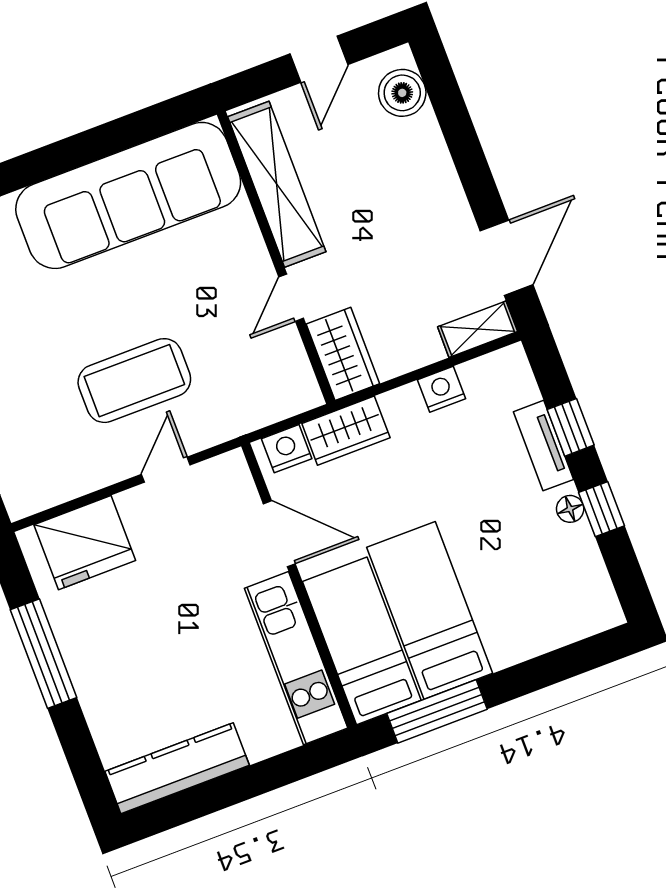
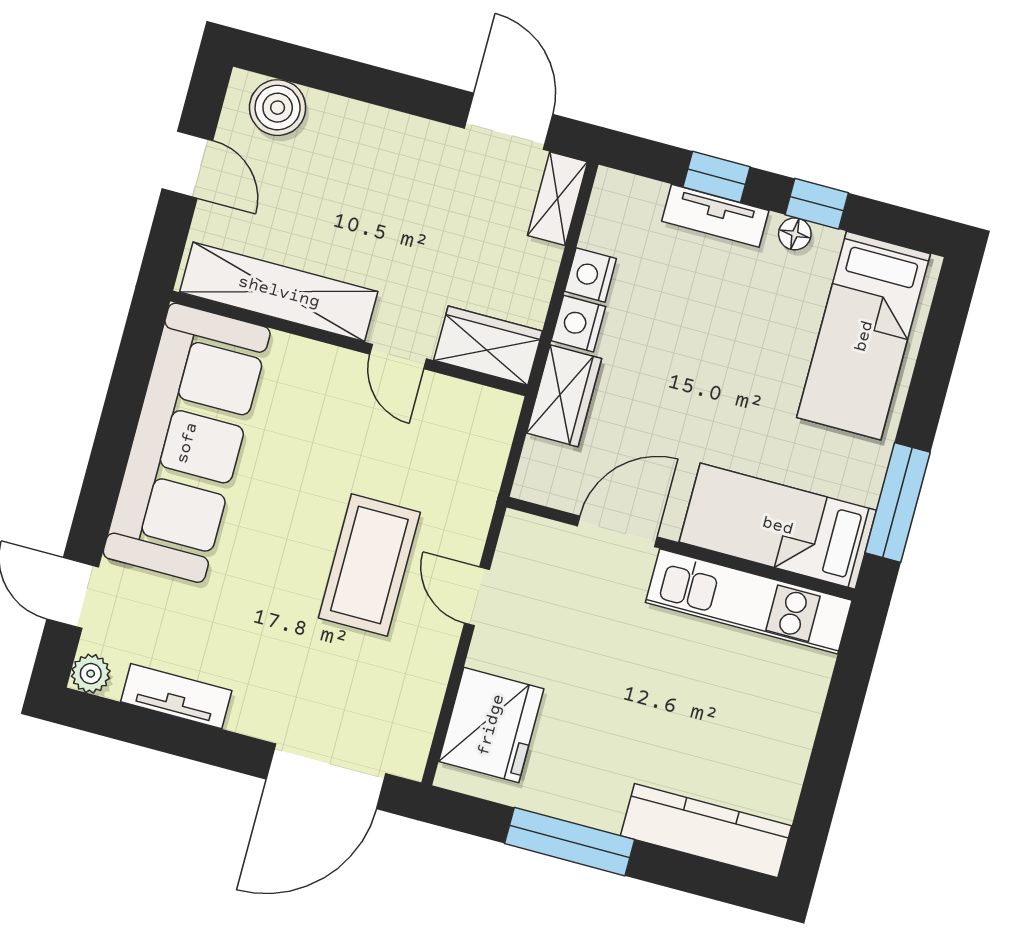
nightstand: (287, 449) -> (578, 324), moved
bed: (430, 610) -> (864, 336), moved, turned -90
kitchen counter: (177, 768) -> (706, 831), moved, turned 90

